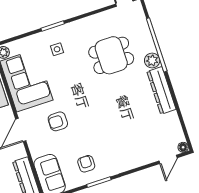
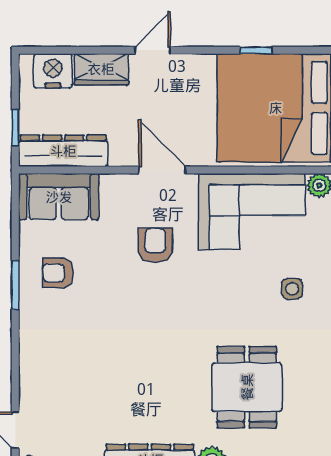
armchair: (86, 164) -> (58, 273), turned 180

